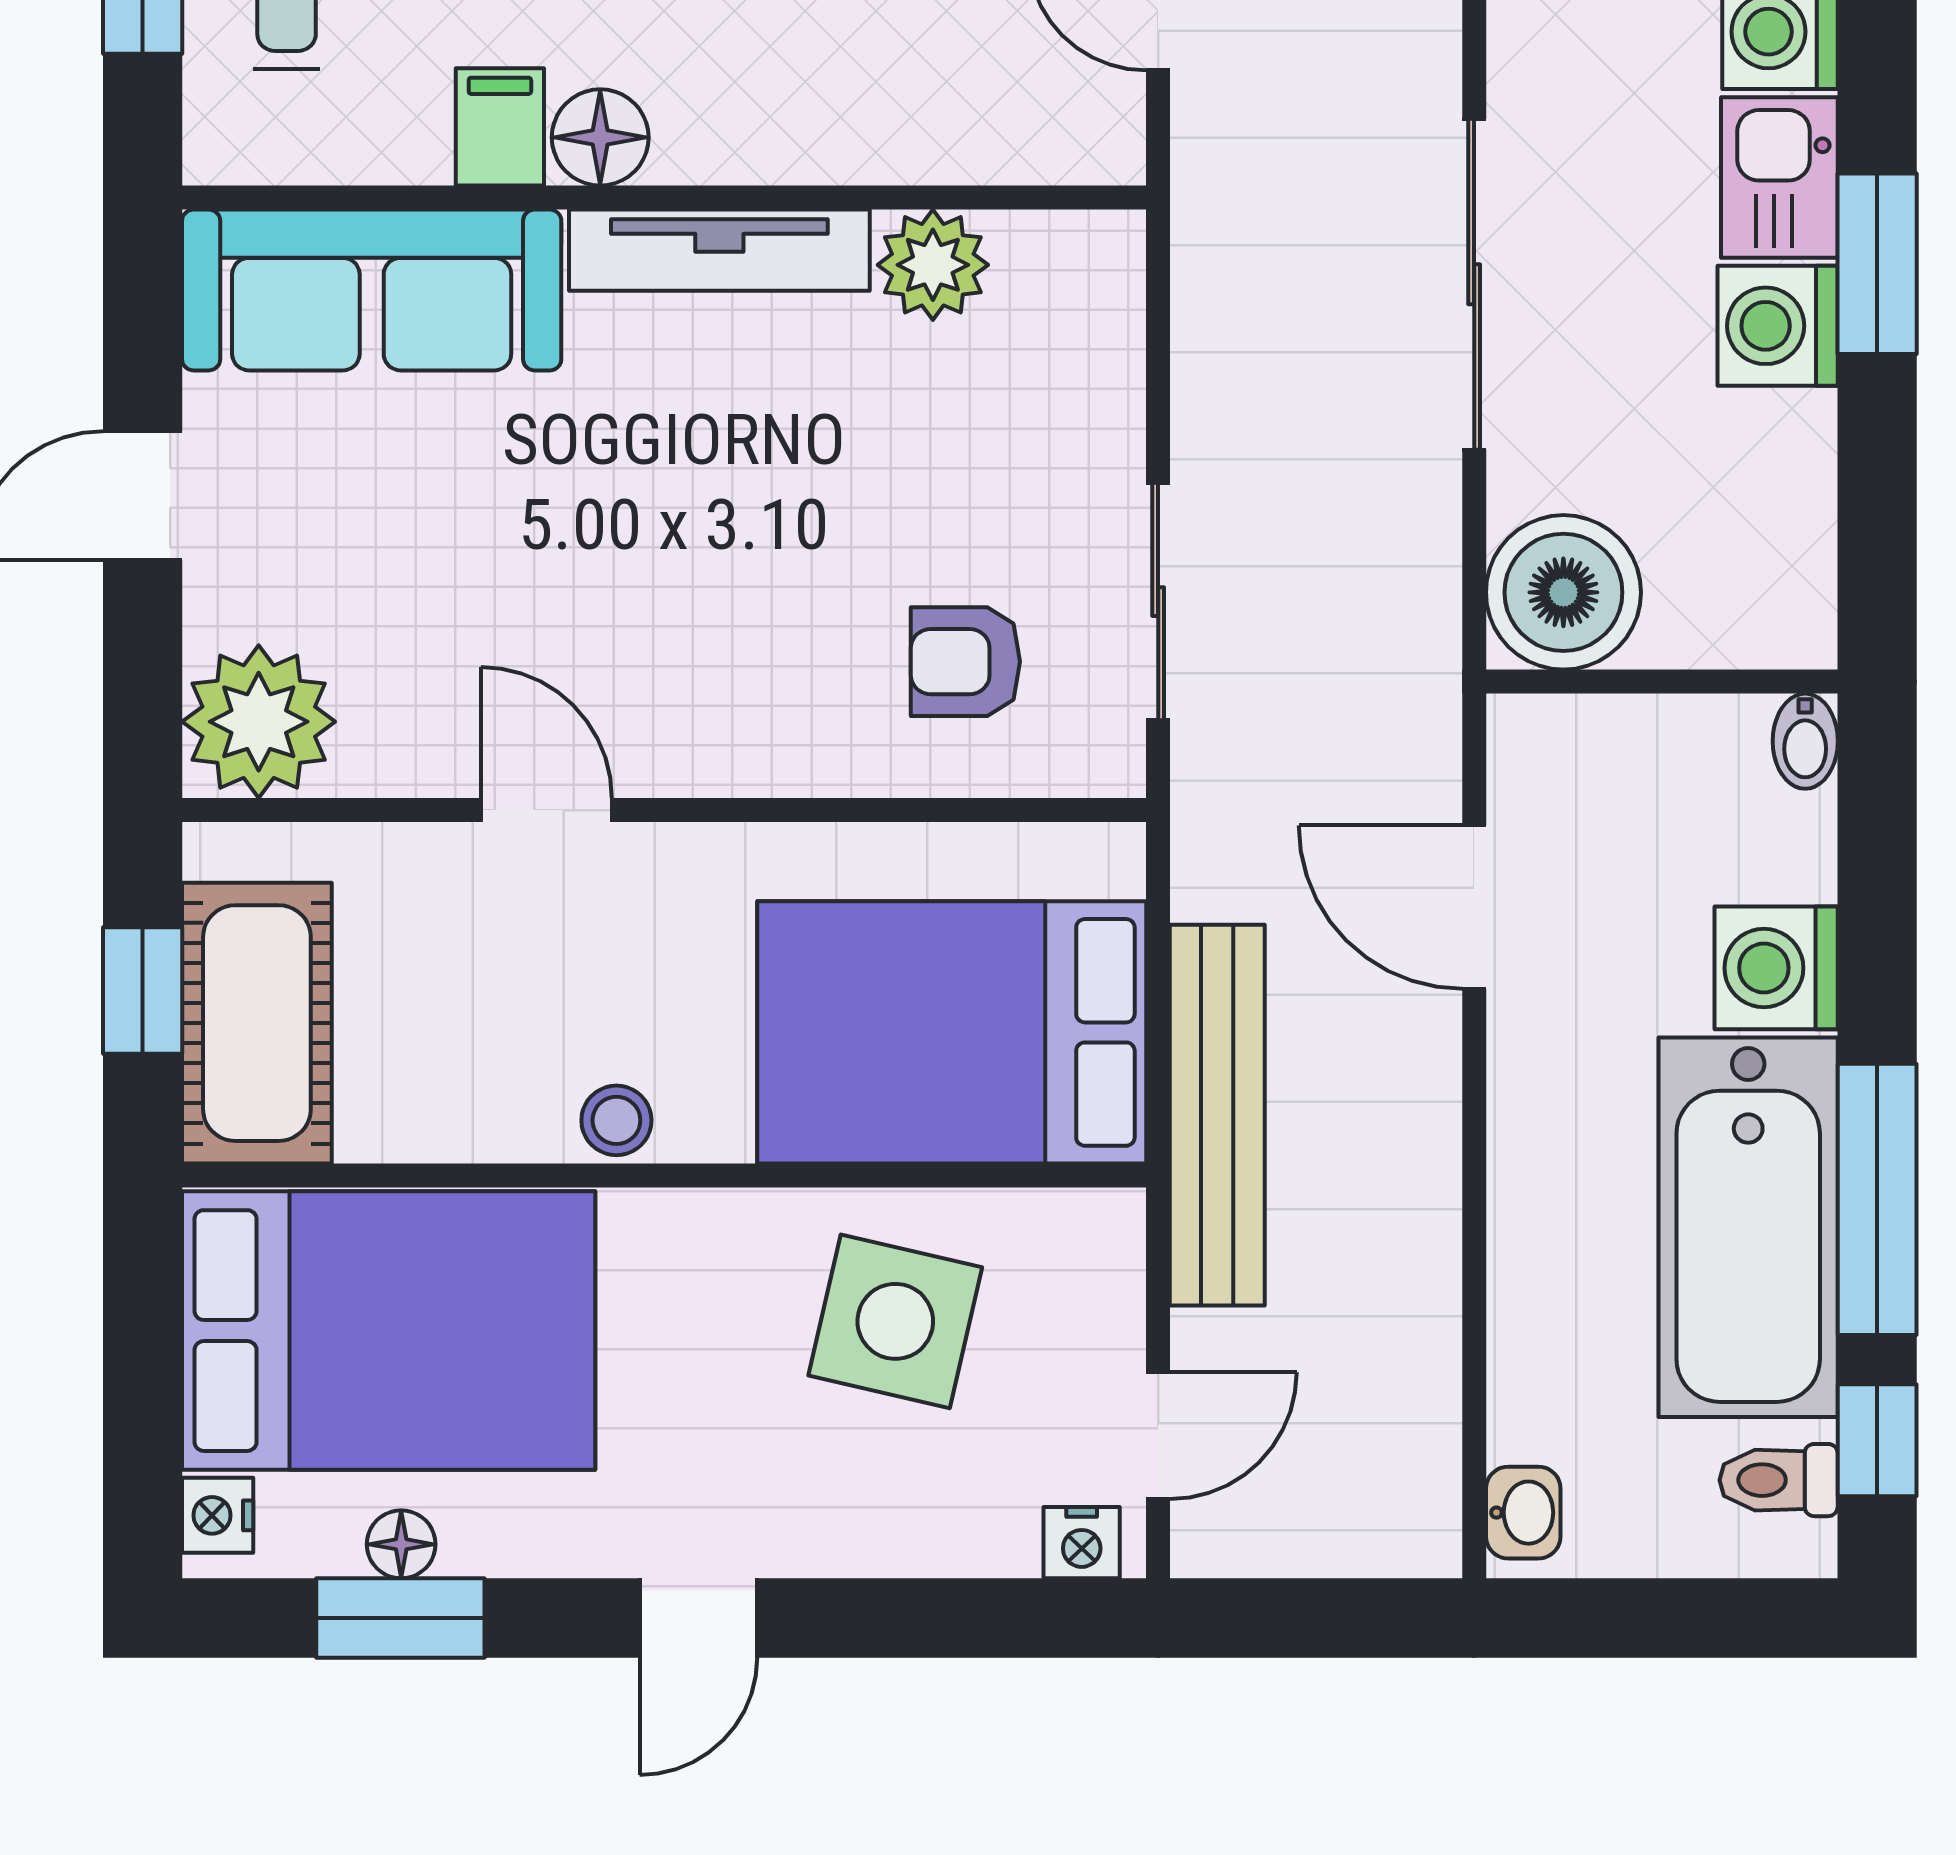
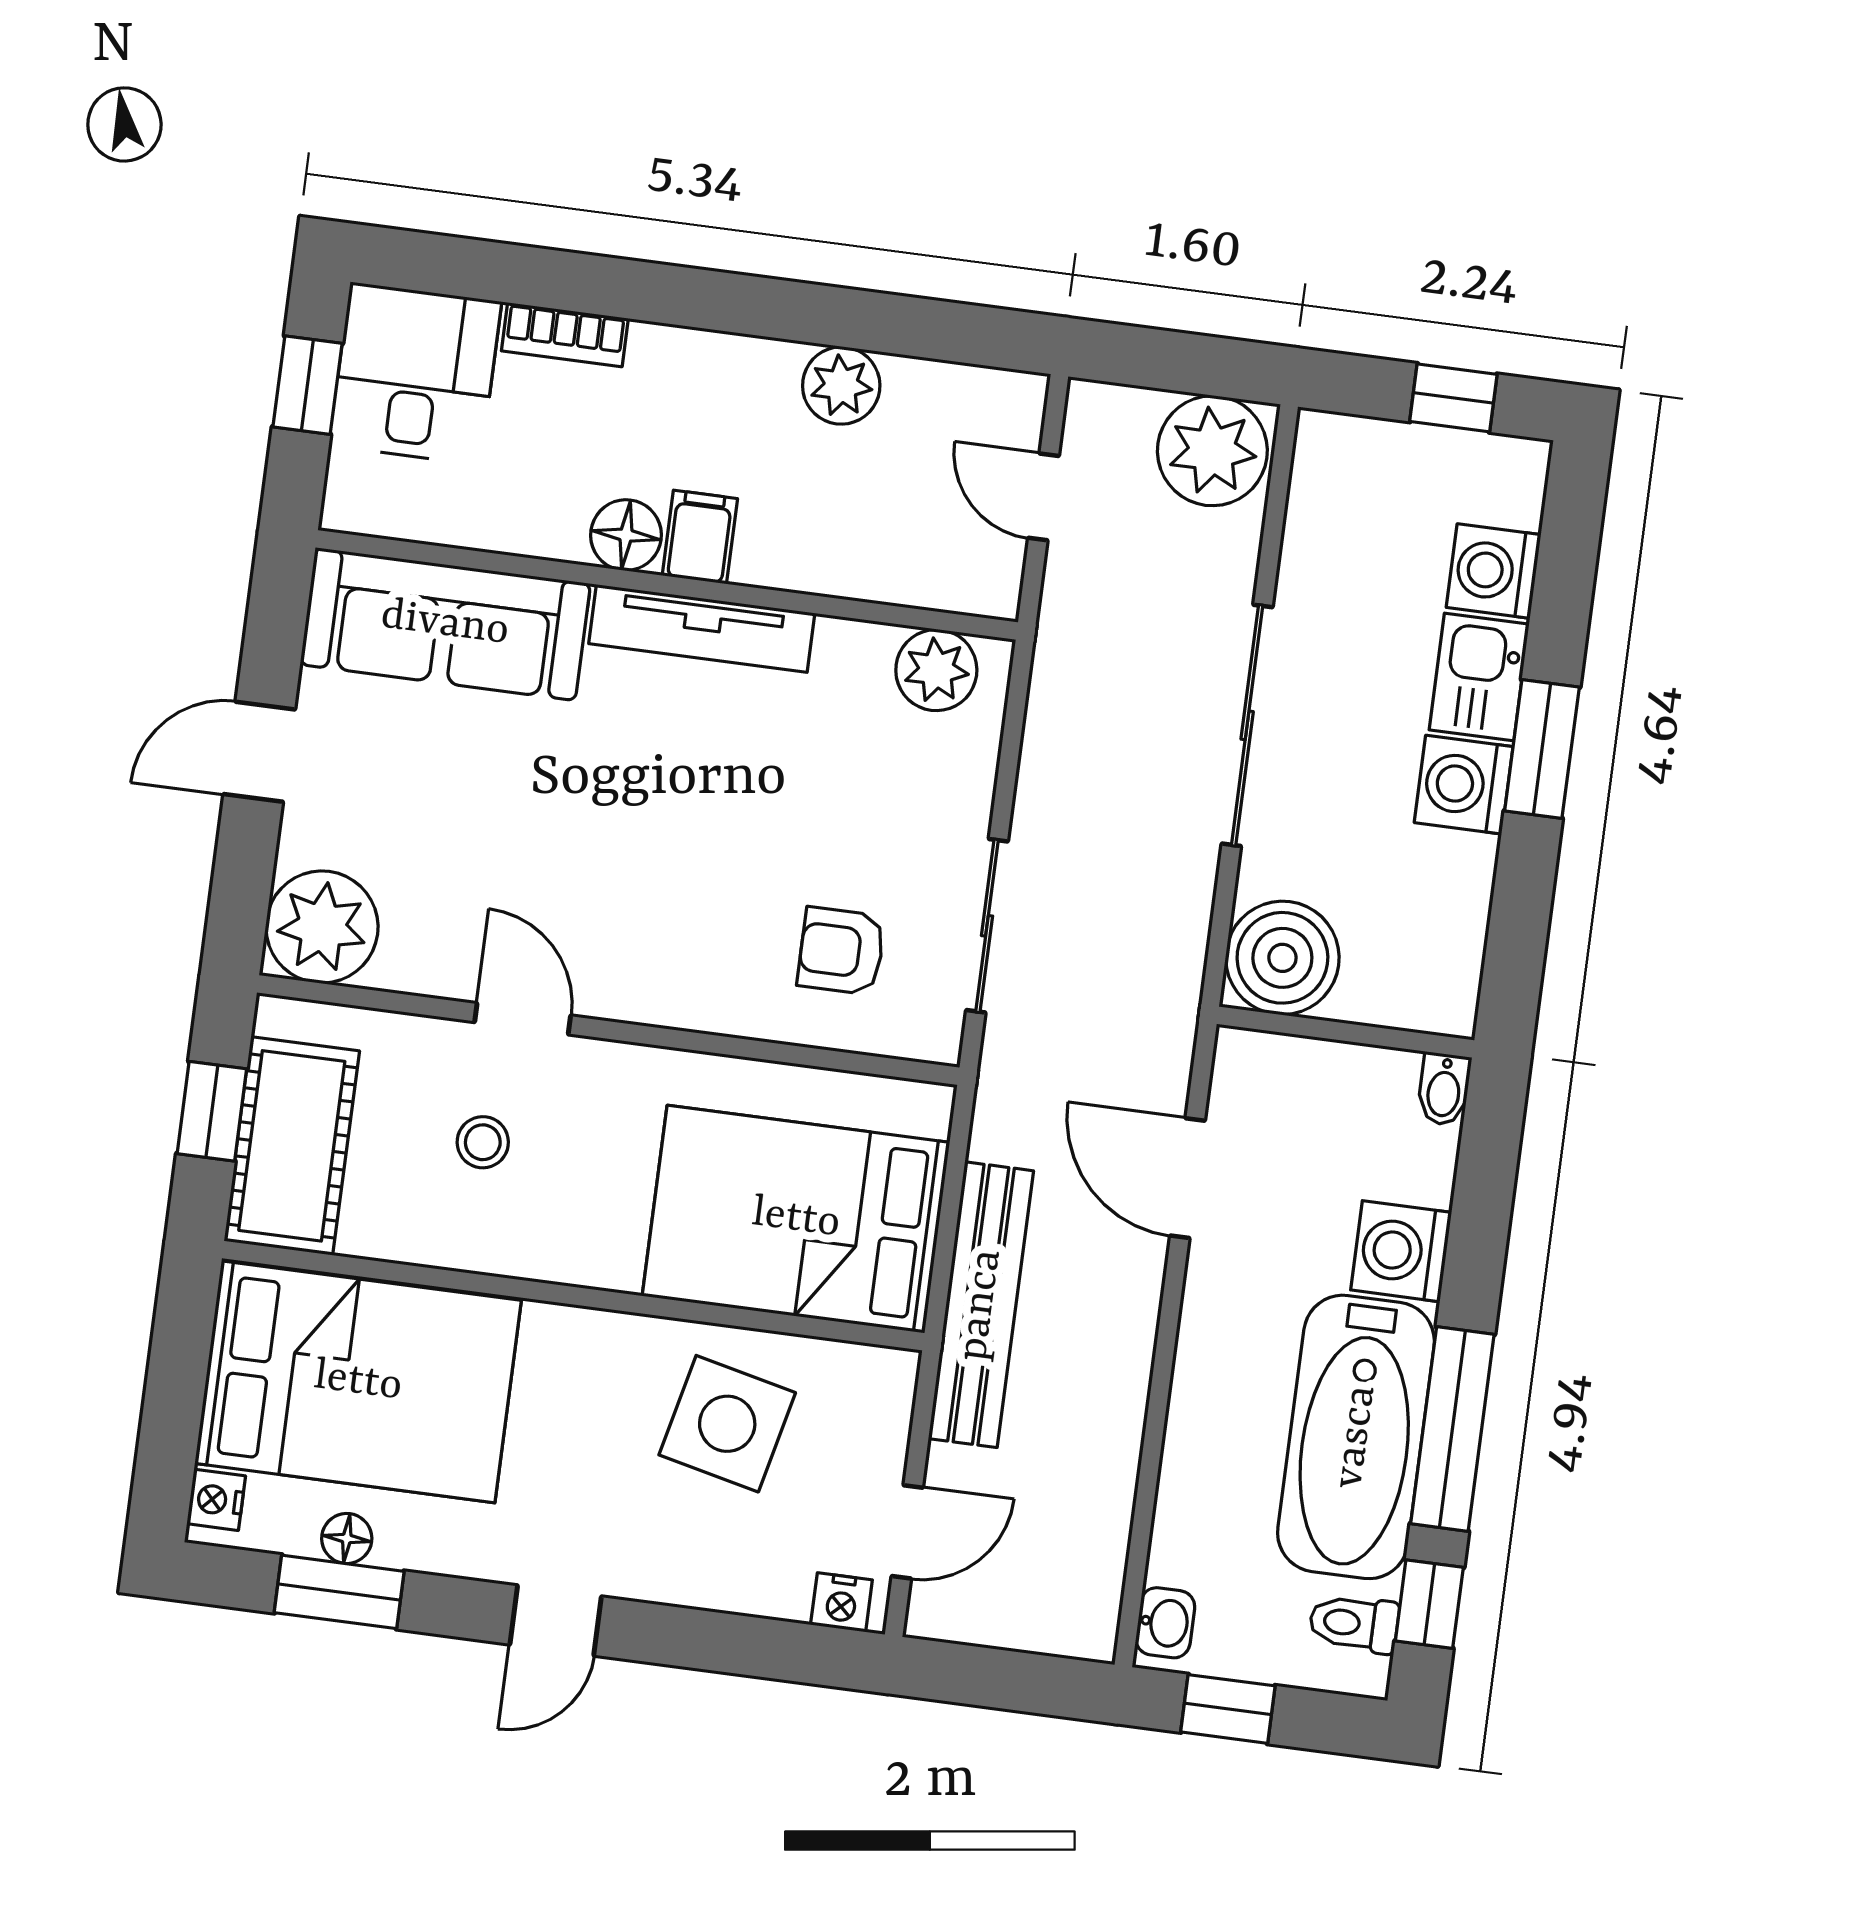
filing cabinet: (500, 127) -> (700, 537), moved
plant: (933, 265) -> (936, 670), moved
stool: (616, 1120) -> (483, 1142), moved
window: (1623, 1618) -> (1228, 1709), added

